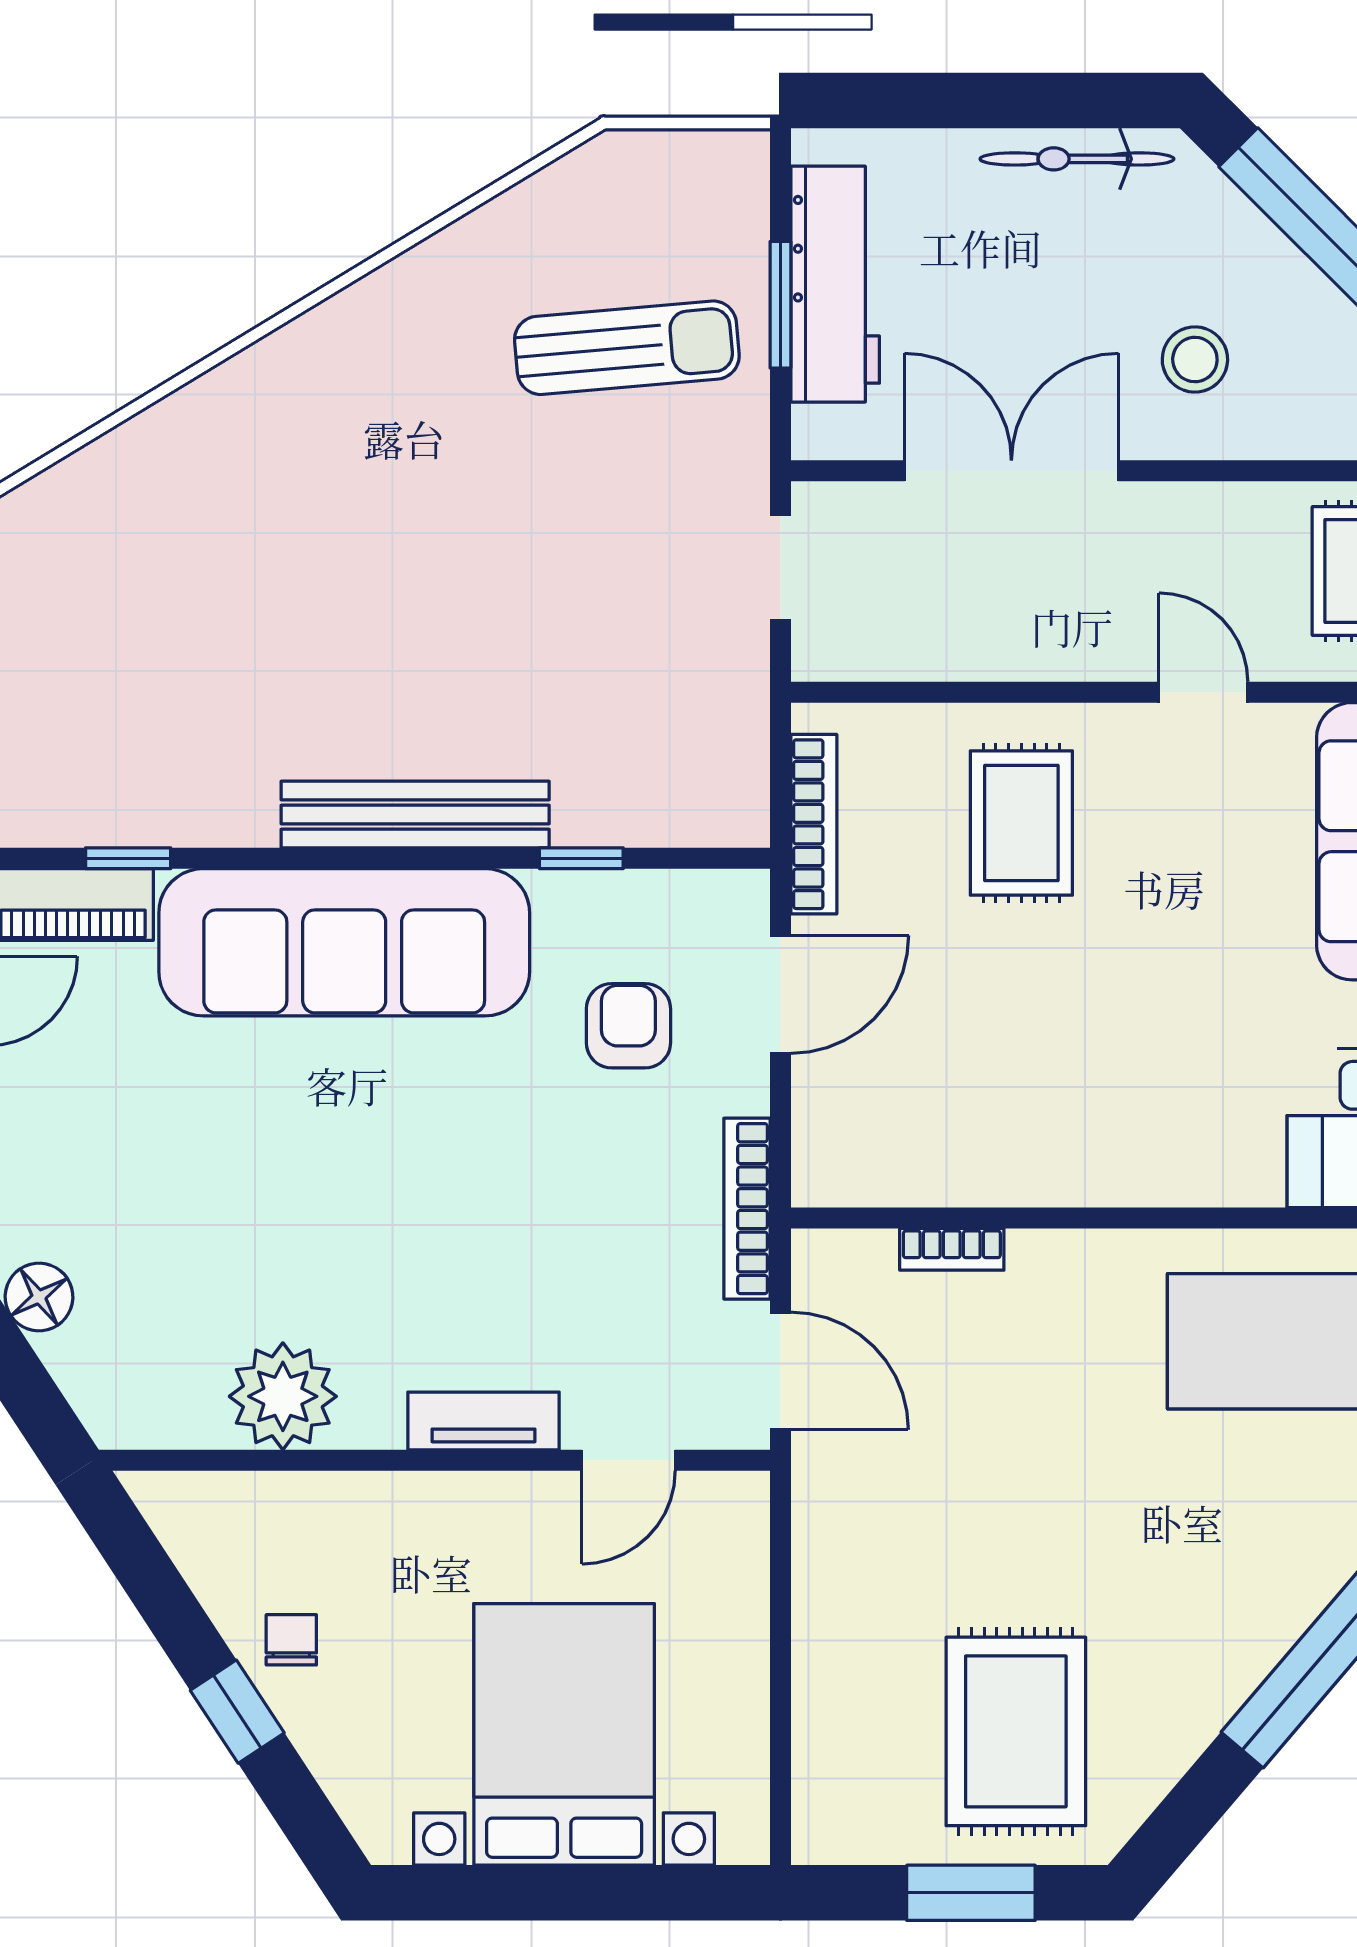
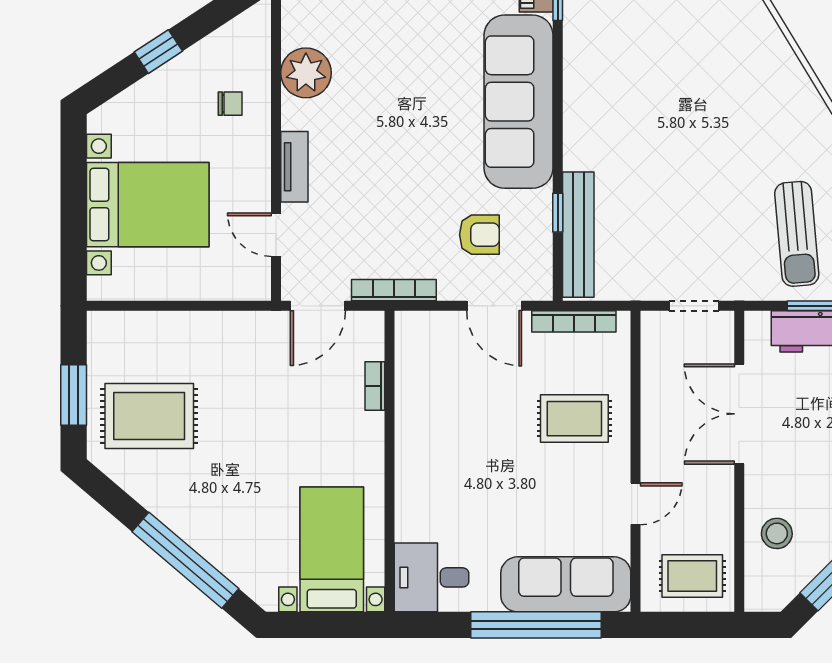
stool: (1195, 360) -> (777, 533), moved
double door: (1011, 471) -> (739, 414), swing flipped
bench: (415, 815) -> (578, 235), moved
chair: (291, 1640) -> (230, 104), moved

